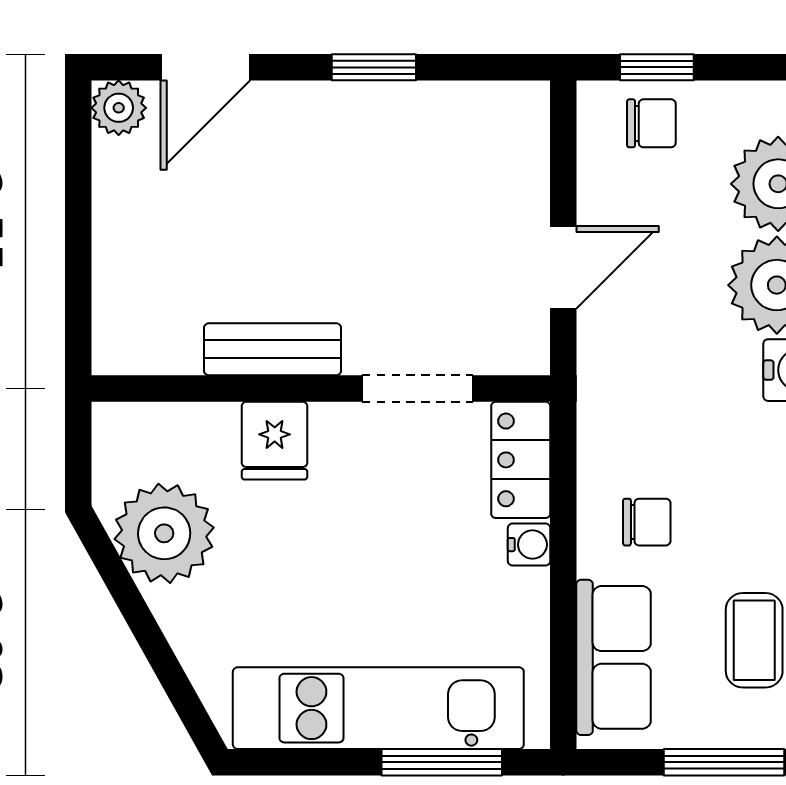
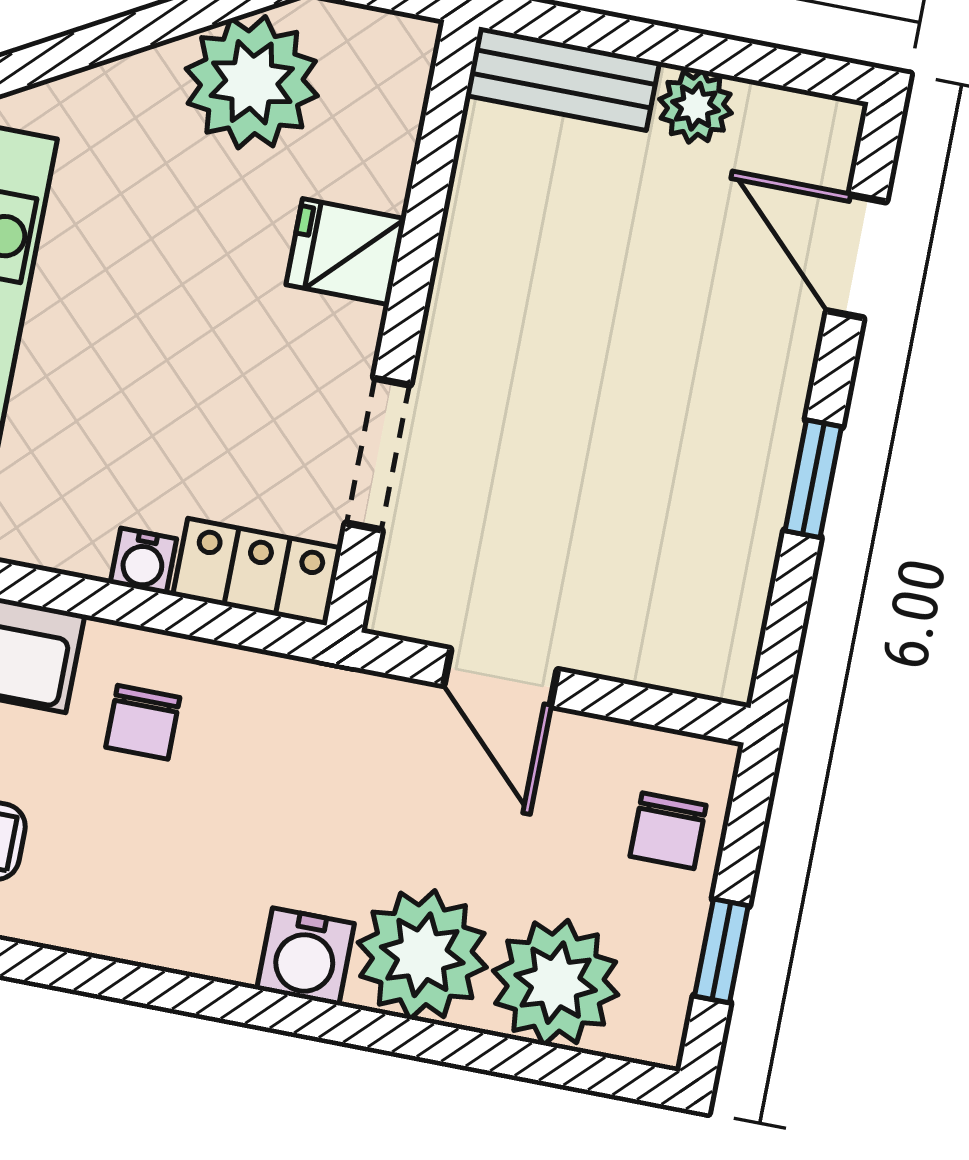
window: (657, 67) -> (721, 951), moved
plant: (119, 108) -> (696, 106), moved
bench: (273, 349) -> (563, 79), moved, turned 90

